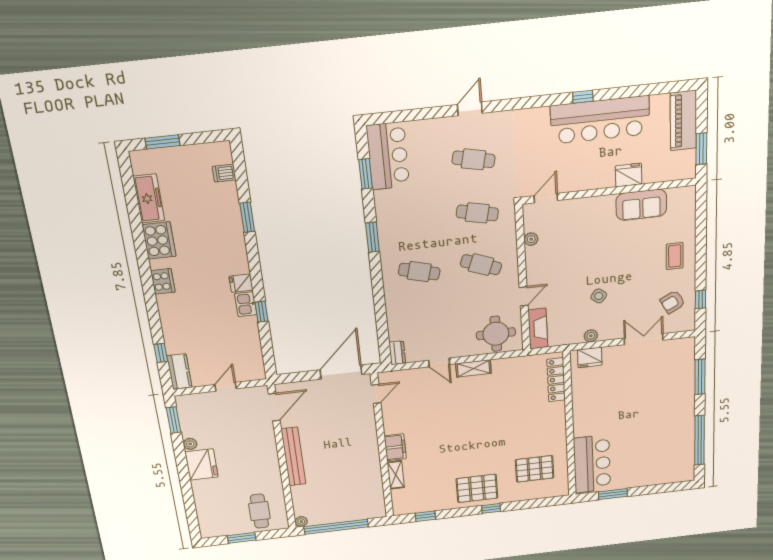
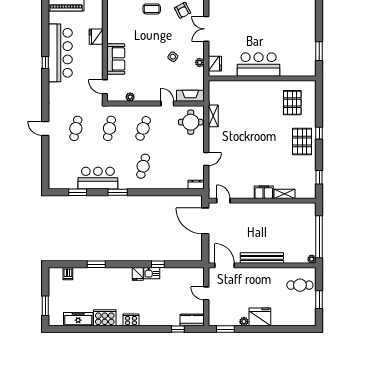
bar counter: (388, 156) -> (98, 178), moved
sofa: (641, 205) -> (116, 59), moved
shelving: (474, 368) -> (213, 116), moved
locker: (556, 380) -> (228, 86), removed
bar counter: (592, 464) -> (259, 64), moved

